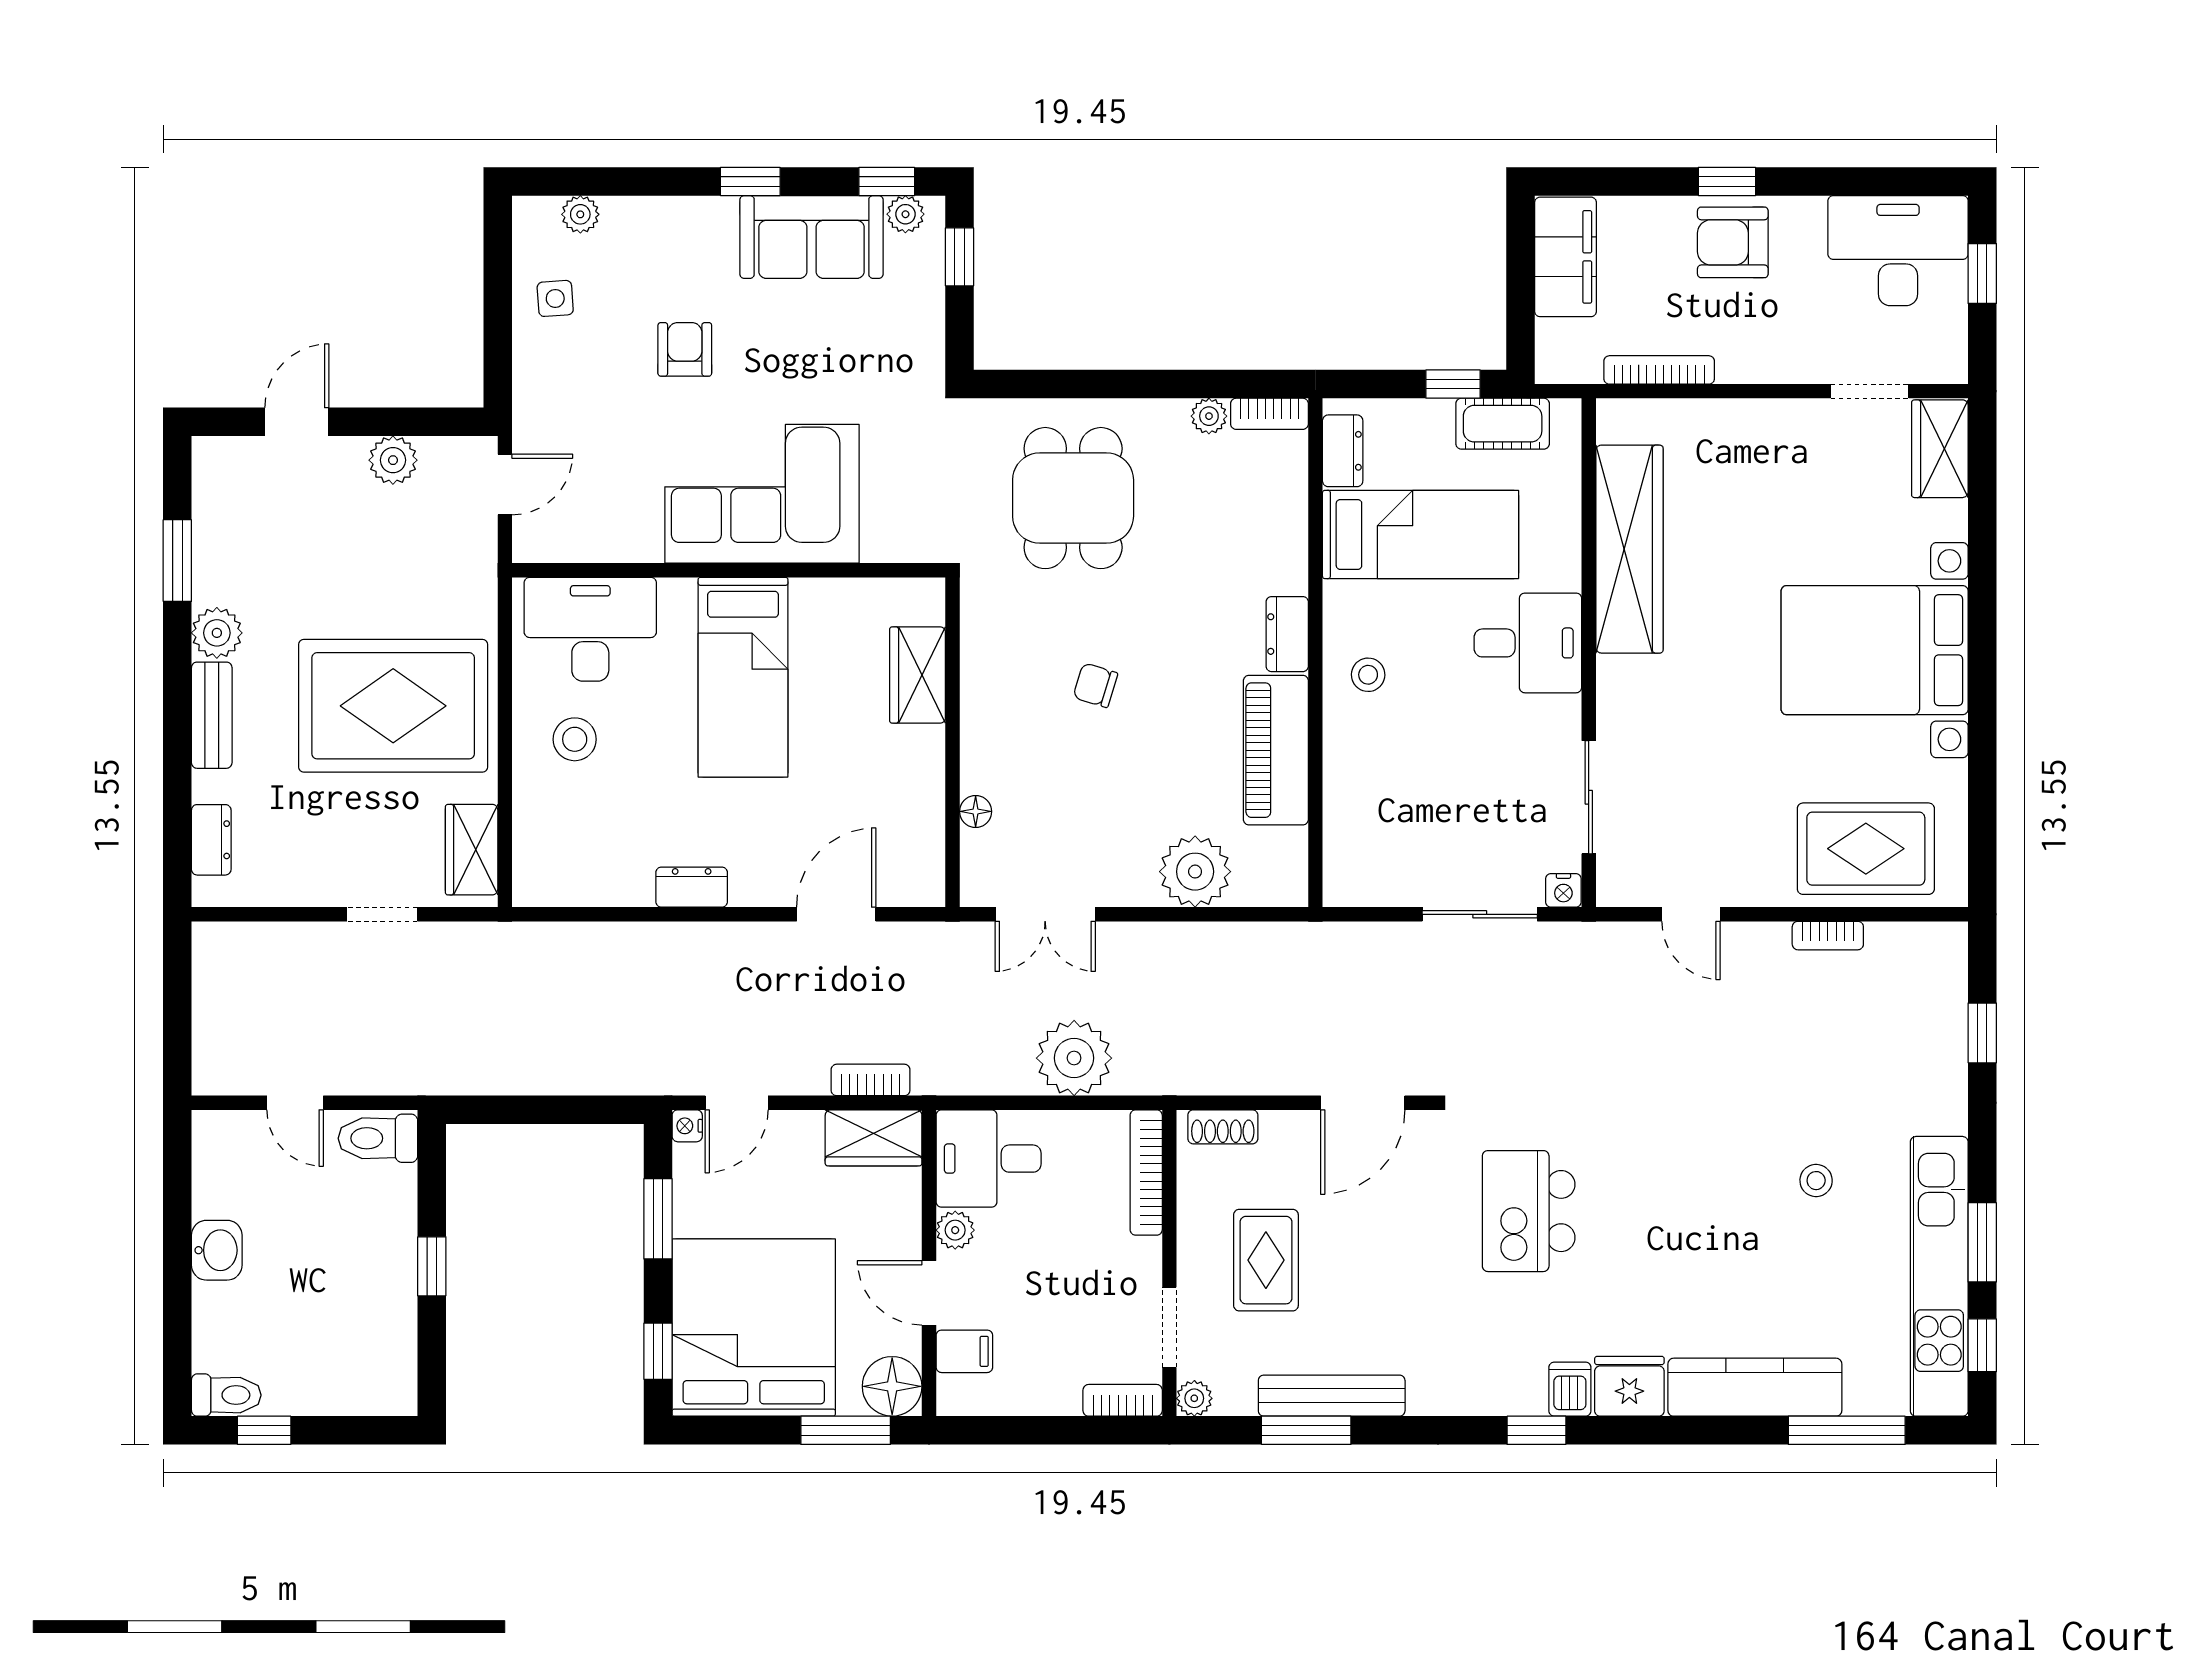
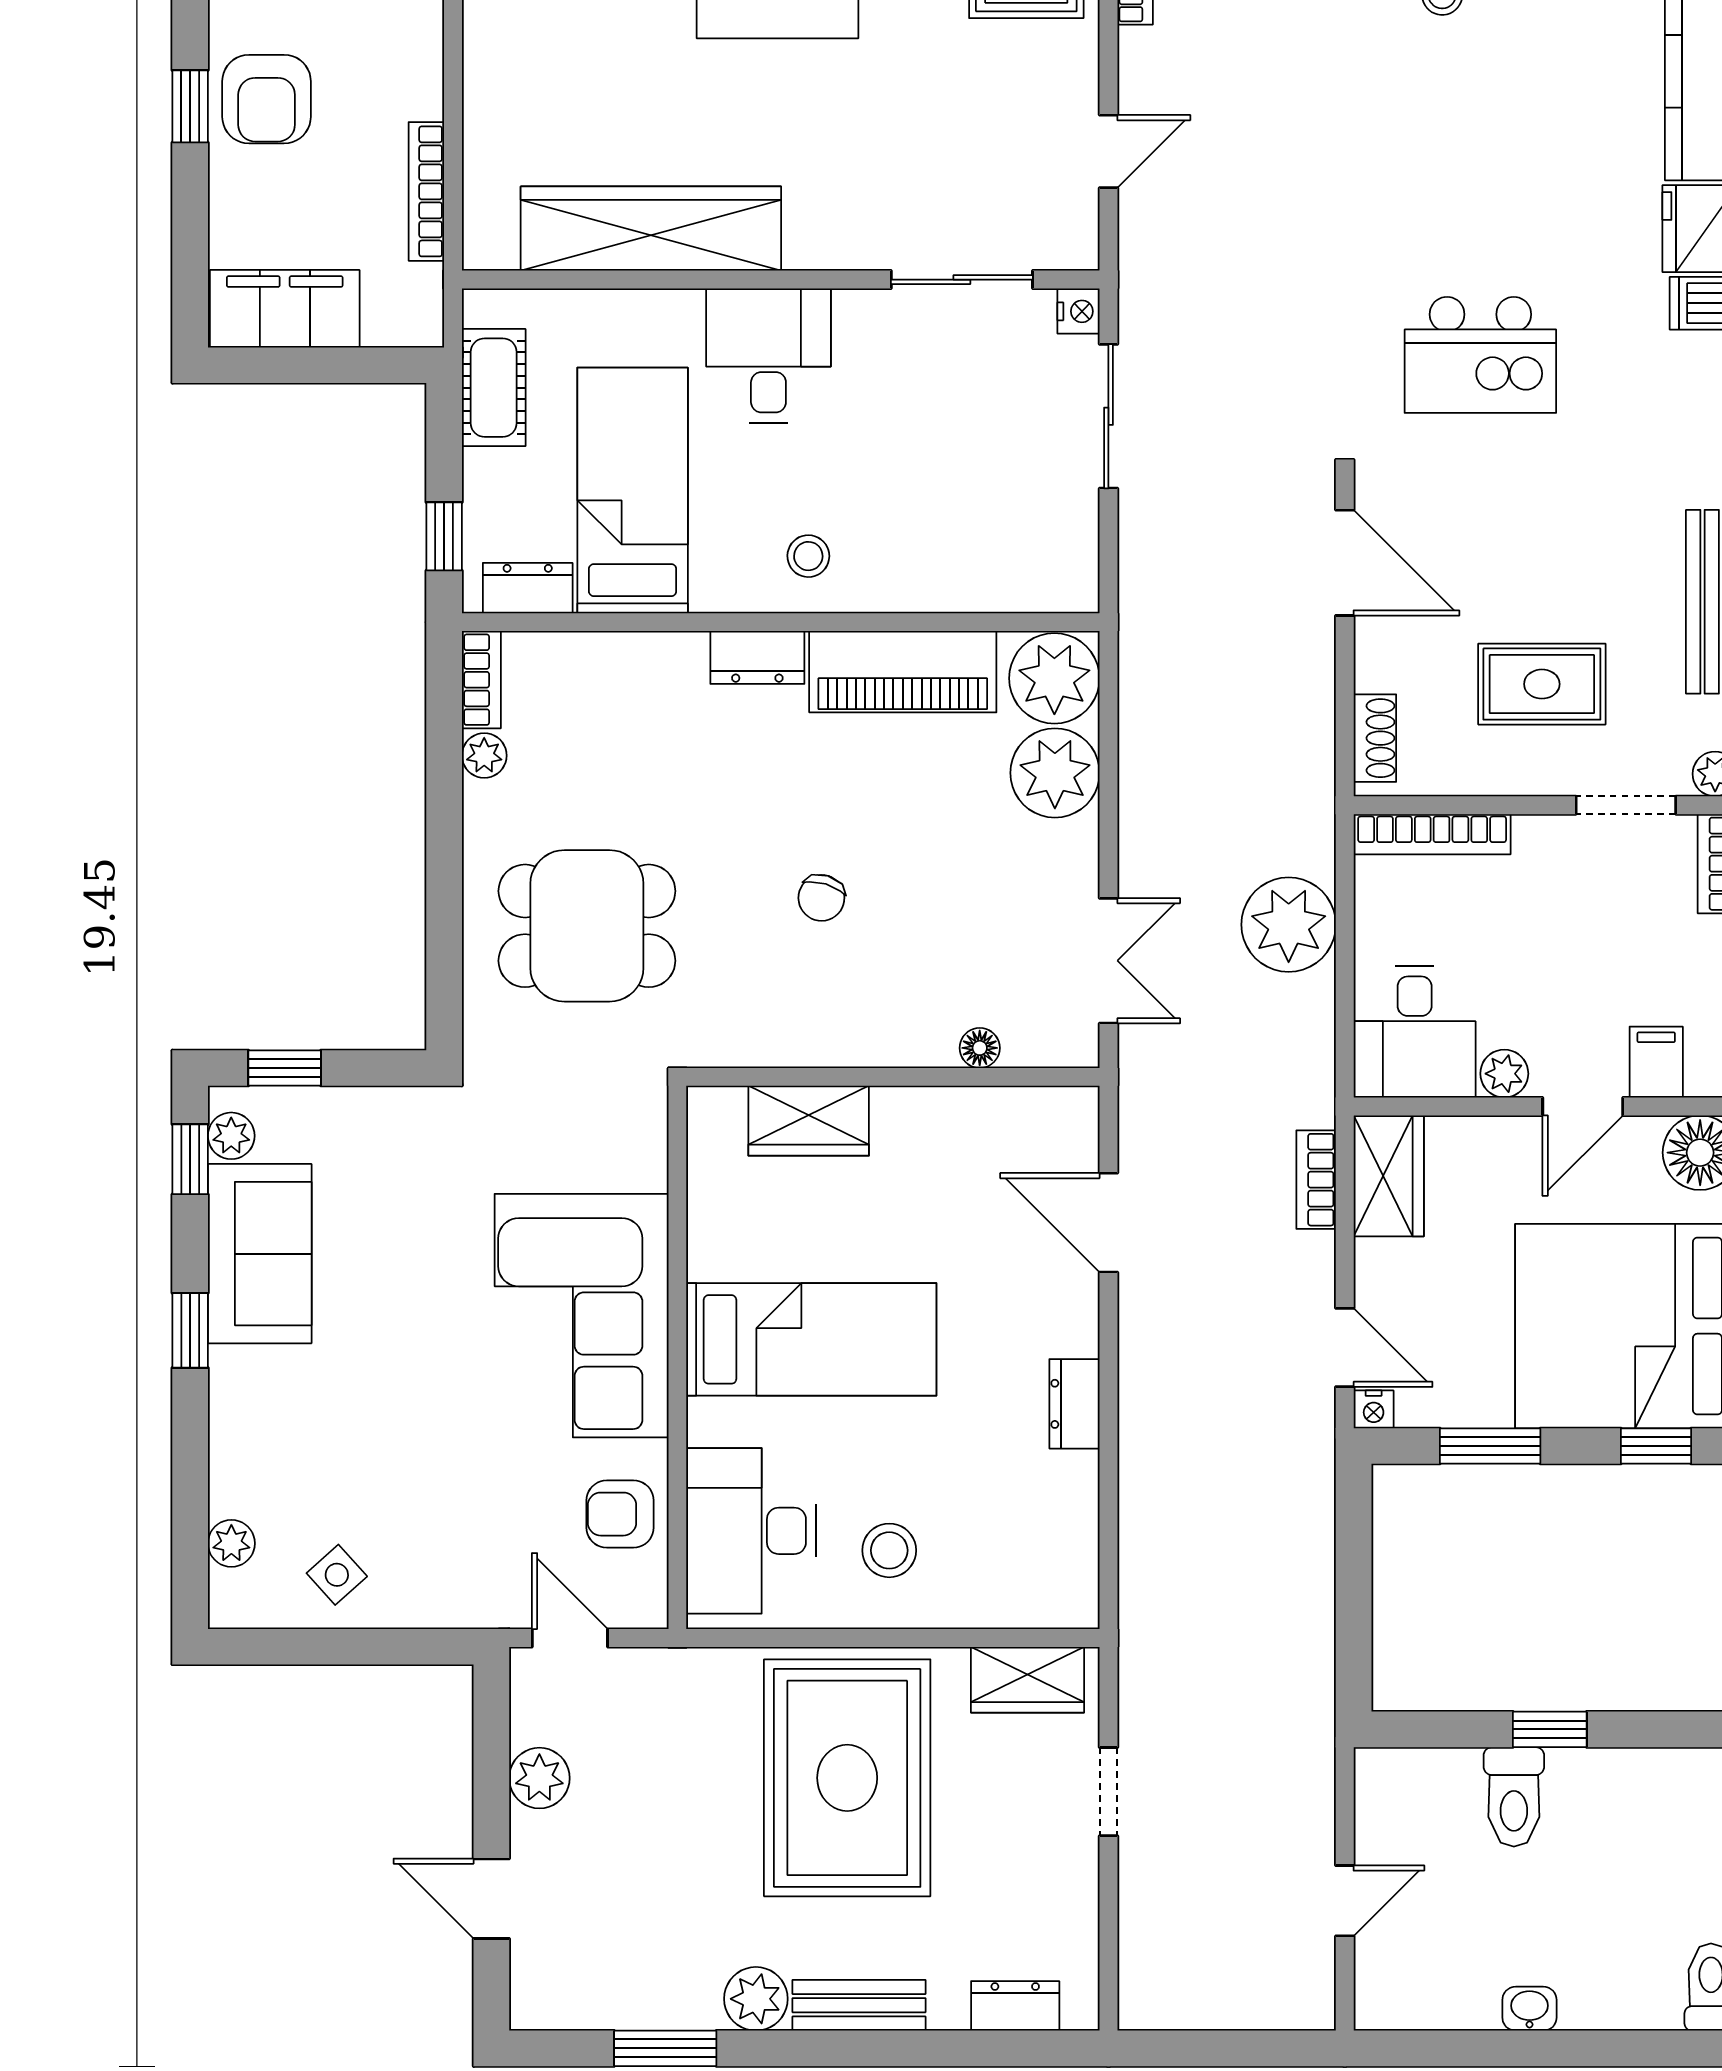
side table: (555, 298) -> (337, 1575), turned -38
armchair: (685, 349) -> (620, 1514), moved
window: (1453, 384) -> (444, 536), moved
plant: (1271, 871) -> (1054, 678), added
toilet: (378, 1138) -> (1514, 1797), moved
washbasin: (217, 1250) -> (1529, 2009), width x0.72, depth x0.69

